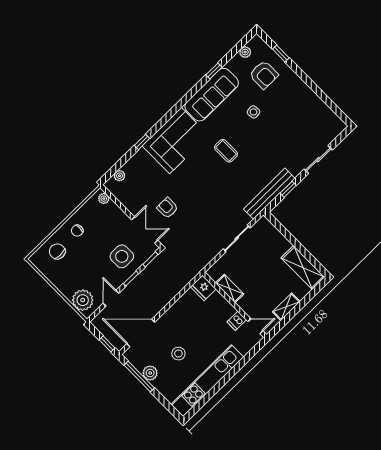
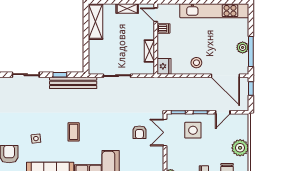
plant: (83, 300) -> (240, 148), moved
stool: (178, 354) -> (196, 63), moved

